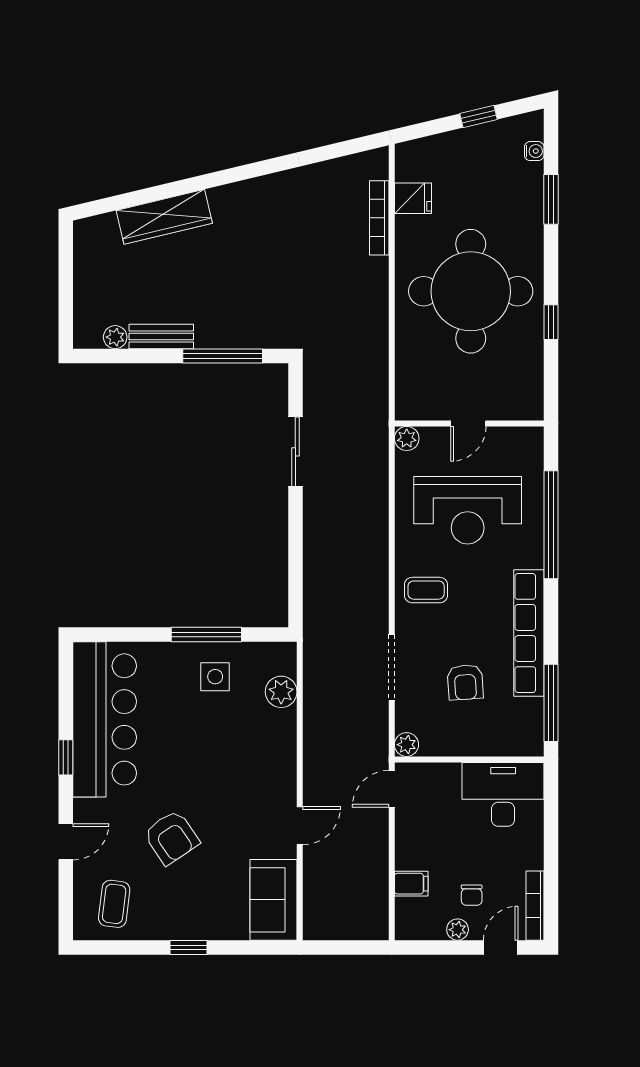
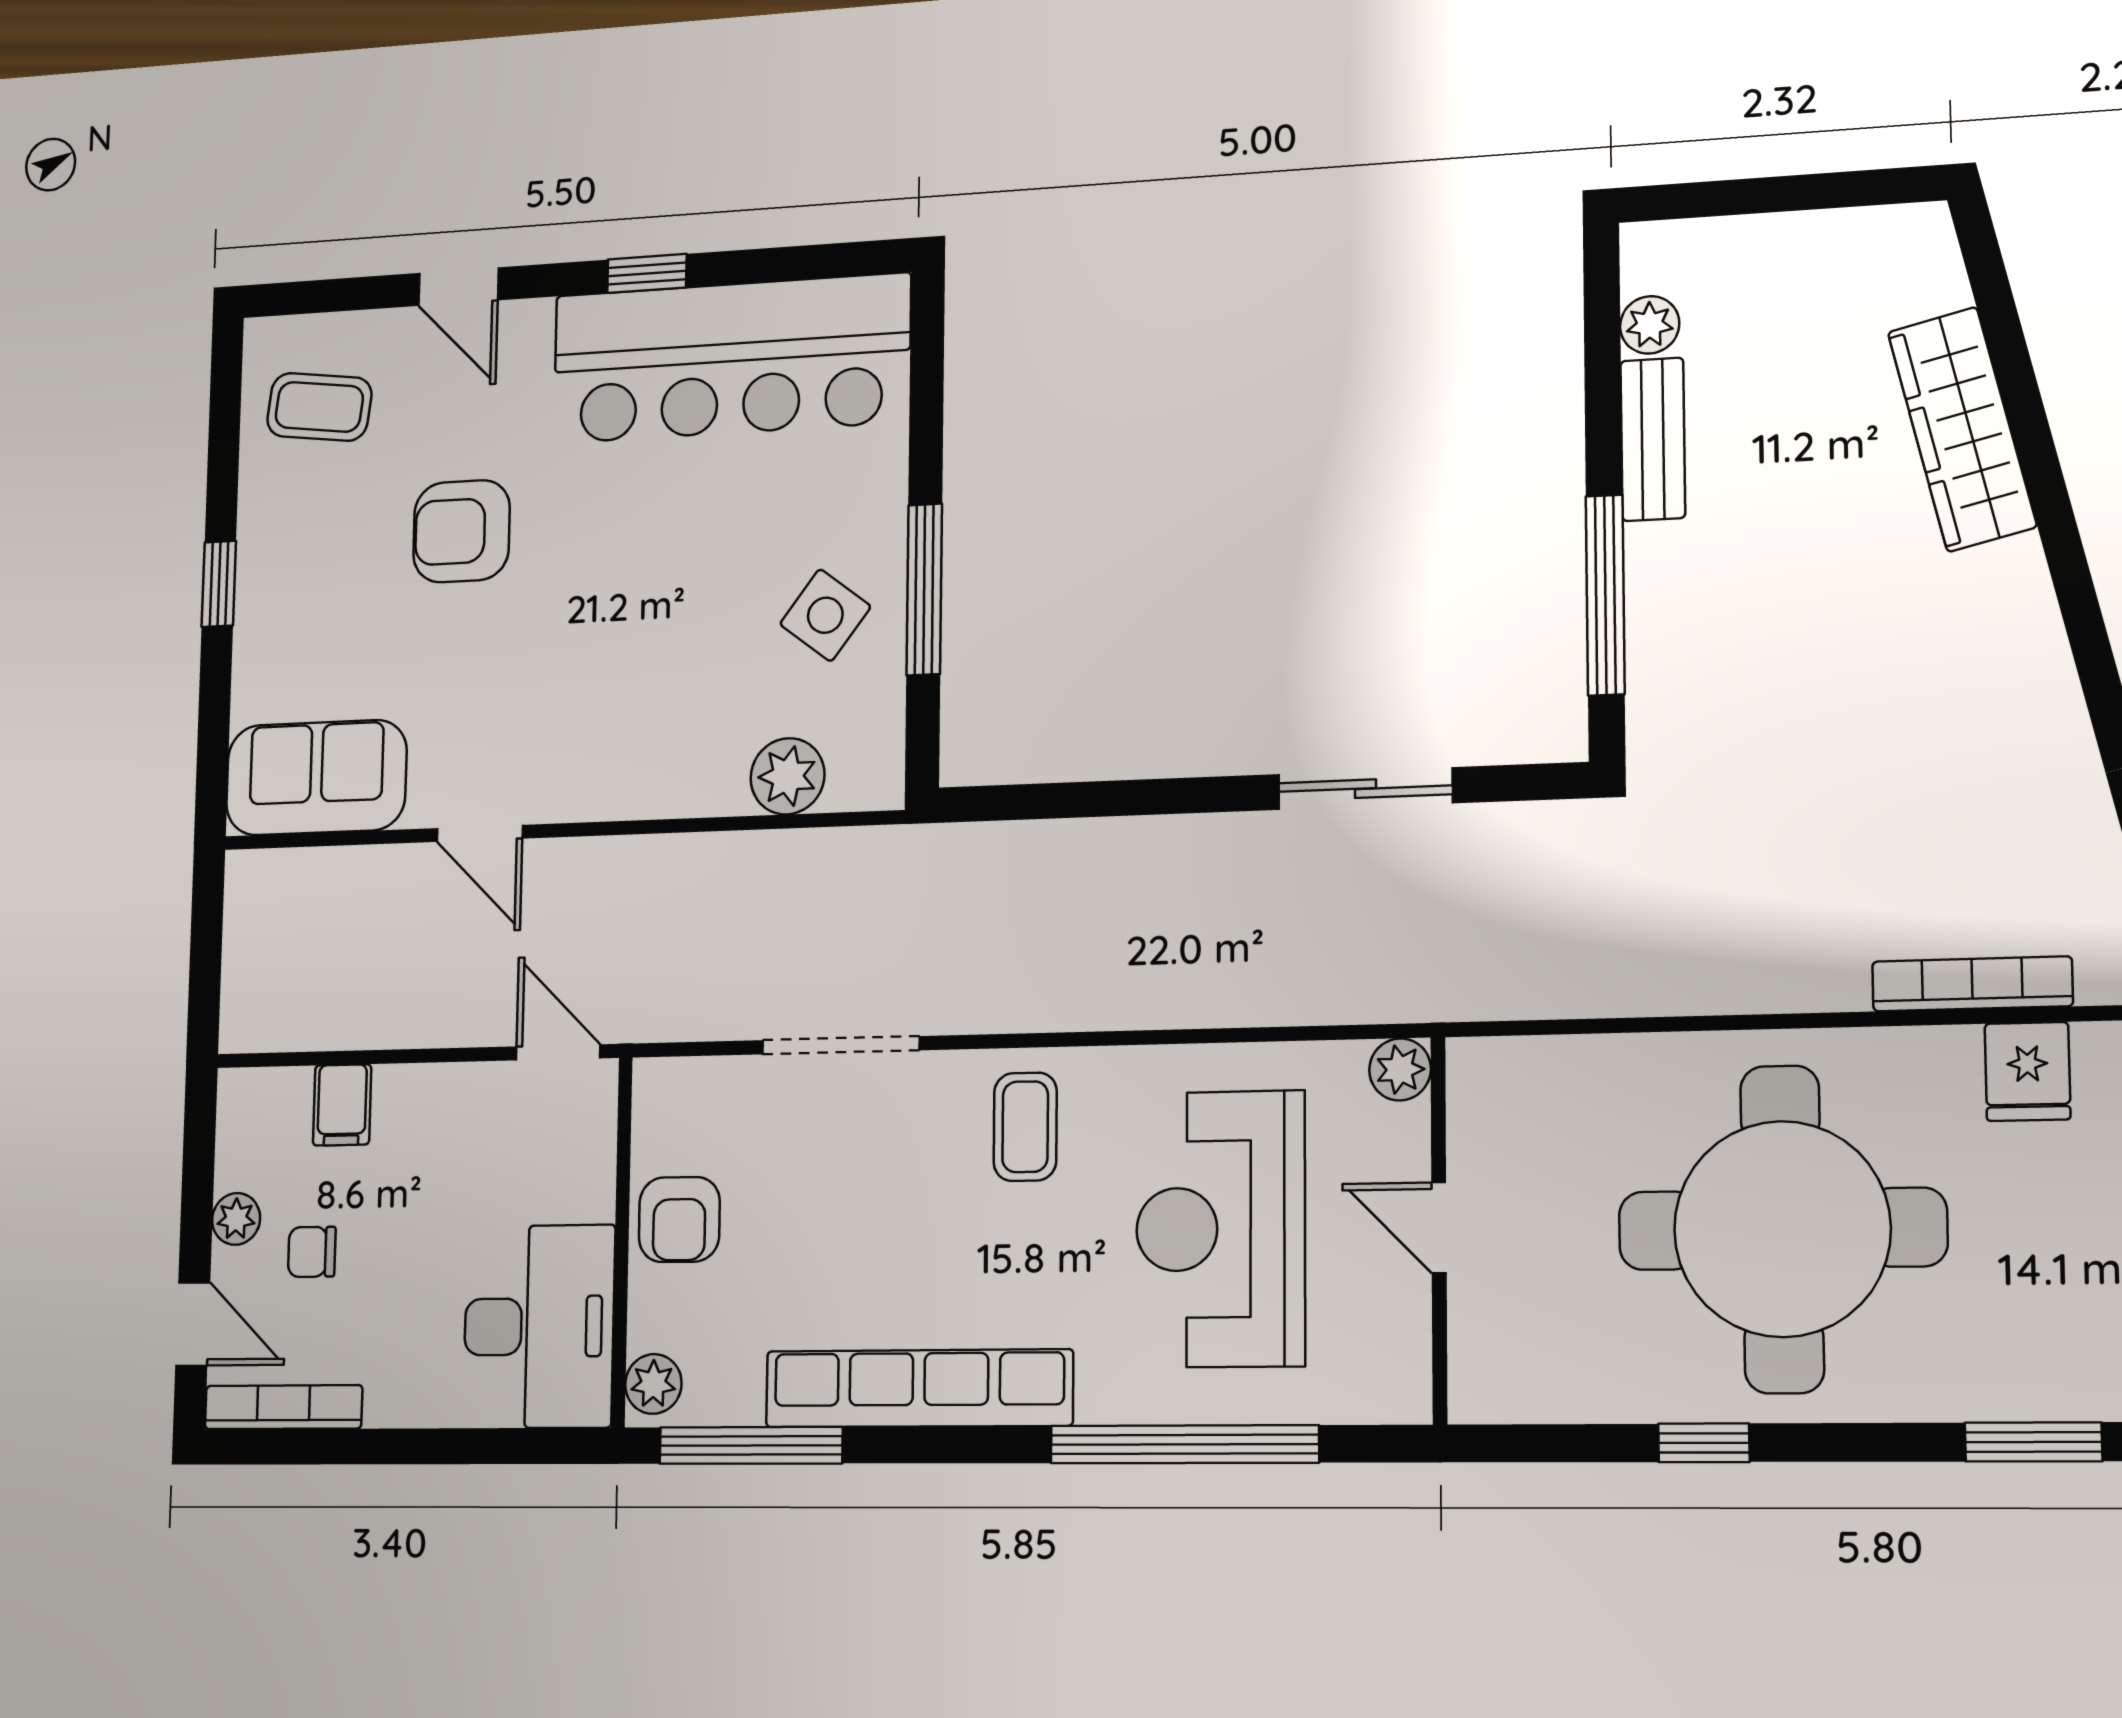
side table: (215, 677) -> (825, 615), turned 37
armchair: (465, 682) -> (679, 1219), moved, turned -86
plant: (406, 745) -> (653, 1384), moved
armchair: (172, 837) -> (462, 531), turned 34

